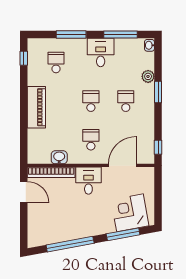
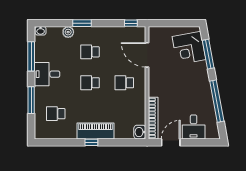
window: (24, 58) -> (91, 142), moved
washbasin: (59, 157) -> (140, 132), moved
desk: (88, 181) -> (194, 127), moved, turned -90

